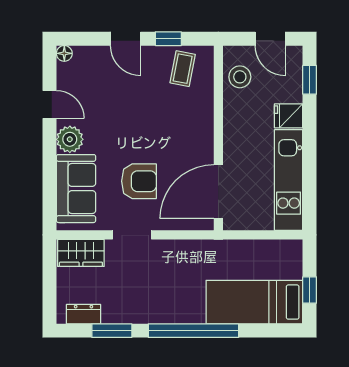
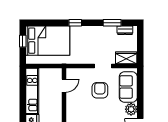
armchair: (139, 181) -> (100, 90), turned 90
door: (218, 192) -> (64, 86), width x0.53
bed: (254, 302) -> (48, 41), width x1.50
window: (193, 331) -> (75, 23), width x0.32

